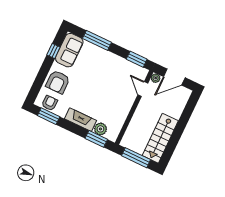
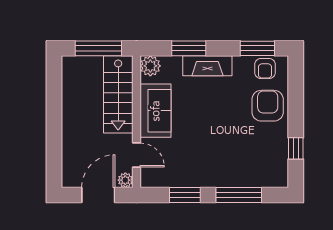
sofa: (69, 50) -> (156, 111), moved, turned 180
window: (137, 59) -> (185, 195), moved
plant: (100, 129) -> (150, 66), moved
stairs: (160, 138) -> (118, 94), moved, turned 180
window: (96, 139) -> (189, 48), moved

